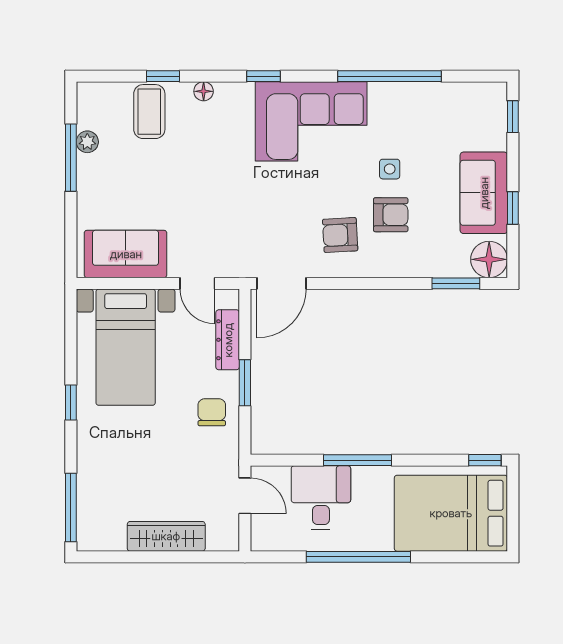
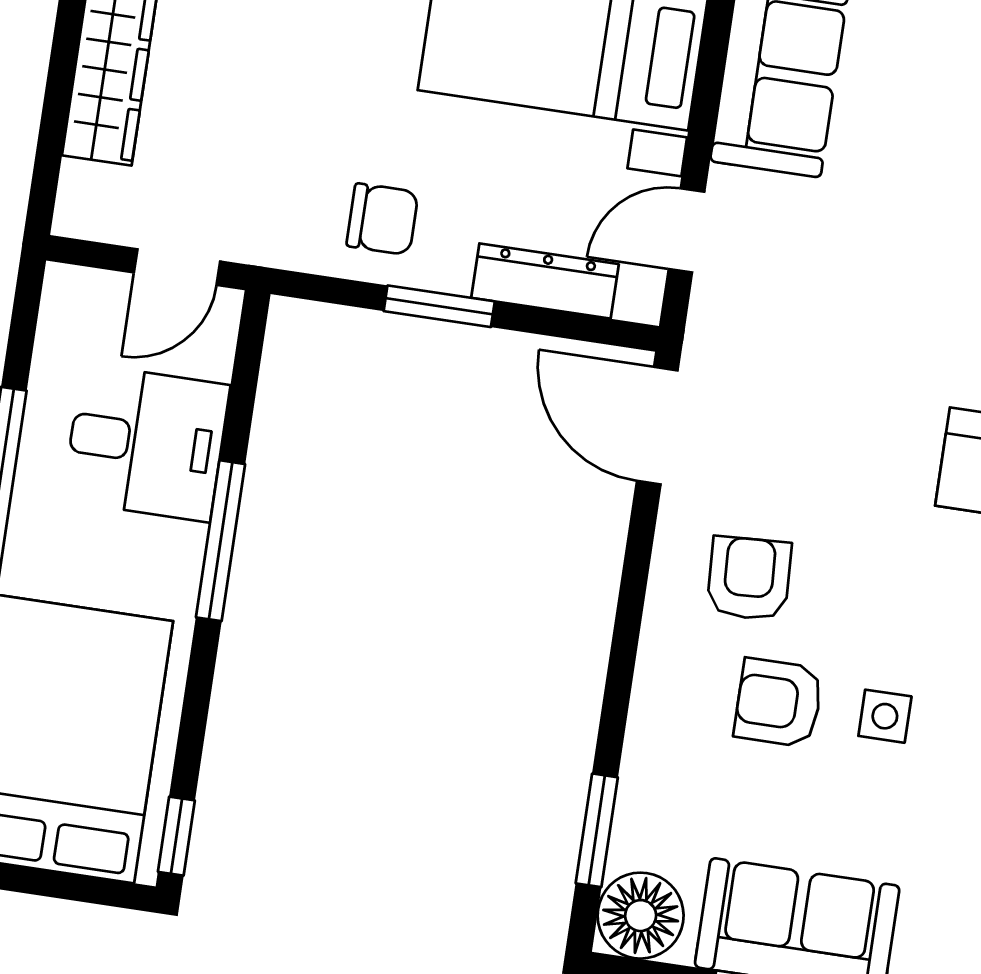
armchair: (391, 215) -> (779, 703), turned 90

